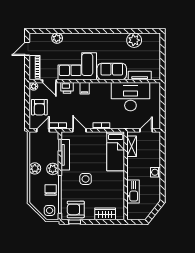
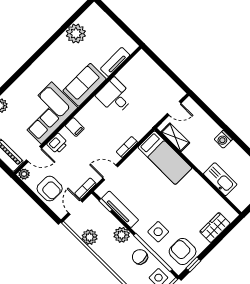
desk: (130, 97) -> (115, 96), width x0.53, depth x0.77
door: (146, 130) -> (174, 108), swing flipped
plant: (35, 168) -> (90, 237), moved
side table: (86, 179) -> (158, 232), moved
armchair: (76, 209) -> (183, 251), turned 90

